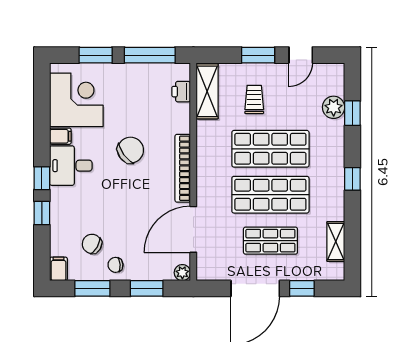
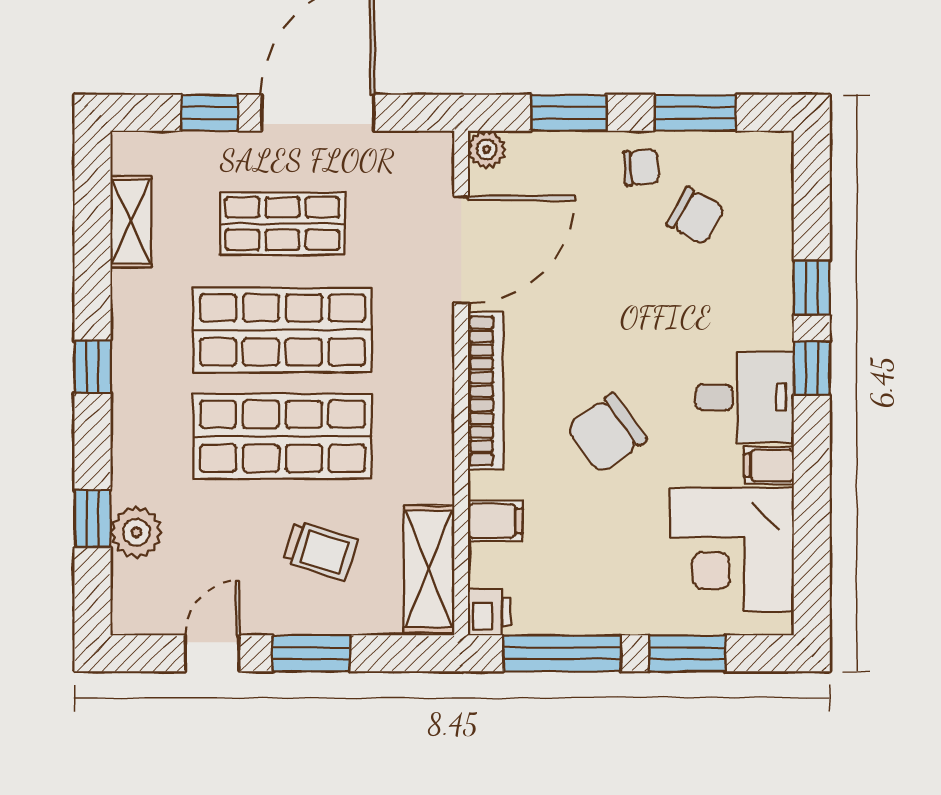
printer: (181, 92) -> (489, 612), moved
trolley: (254, 99) -> (320, 551), turned -72
filing cabinet: (58, 269) -> (495, 521), moved, turned -90

